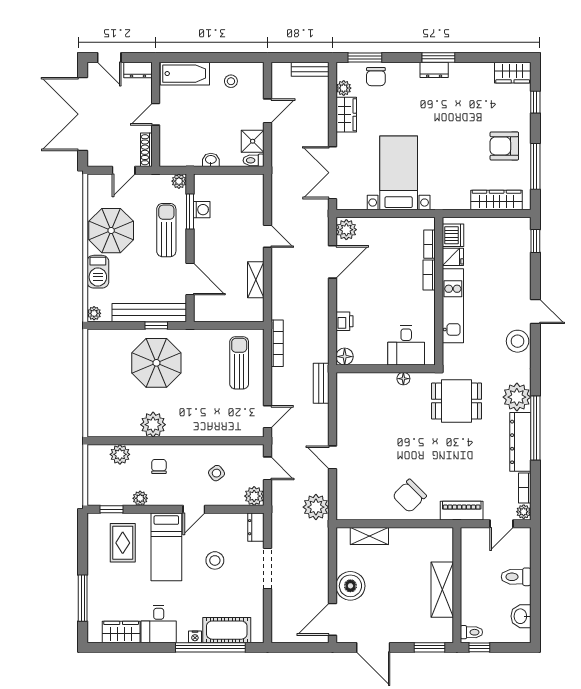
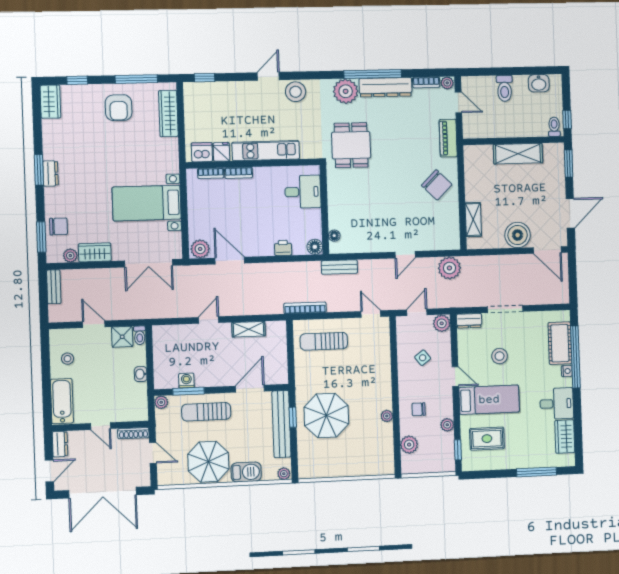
floor lamp: (403, 379) -> (334, 236), moved
plant: (153, 425) -> (387, 416), width x0.53, depth x0.53

